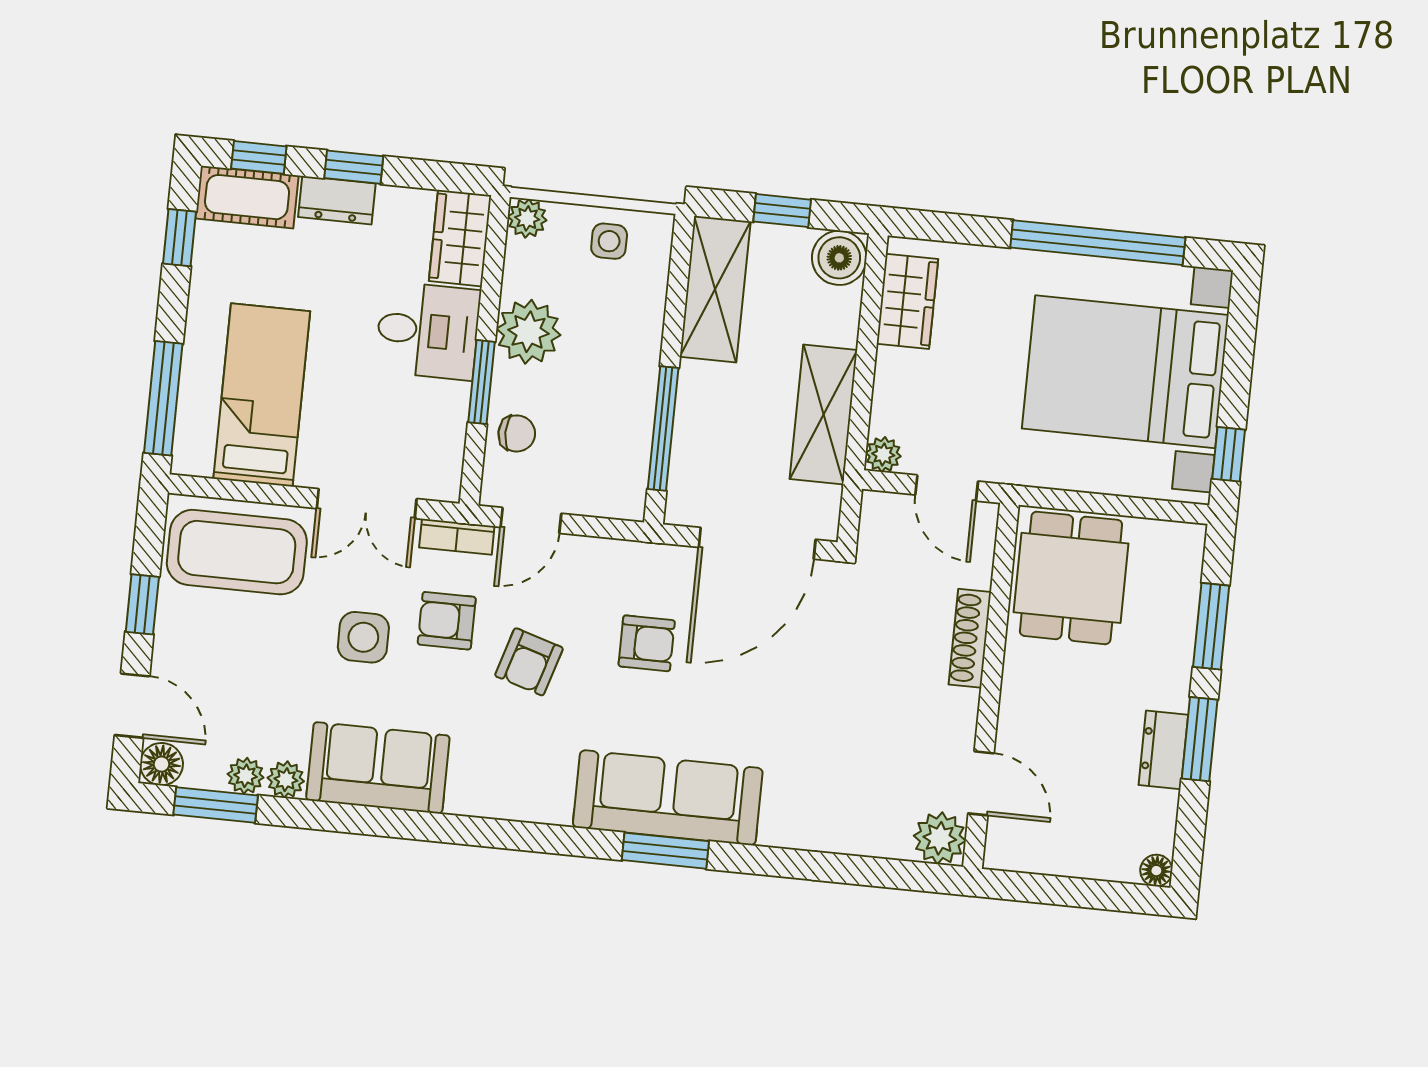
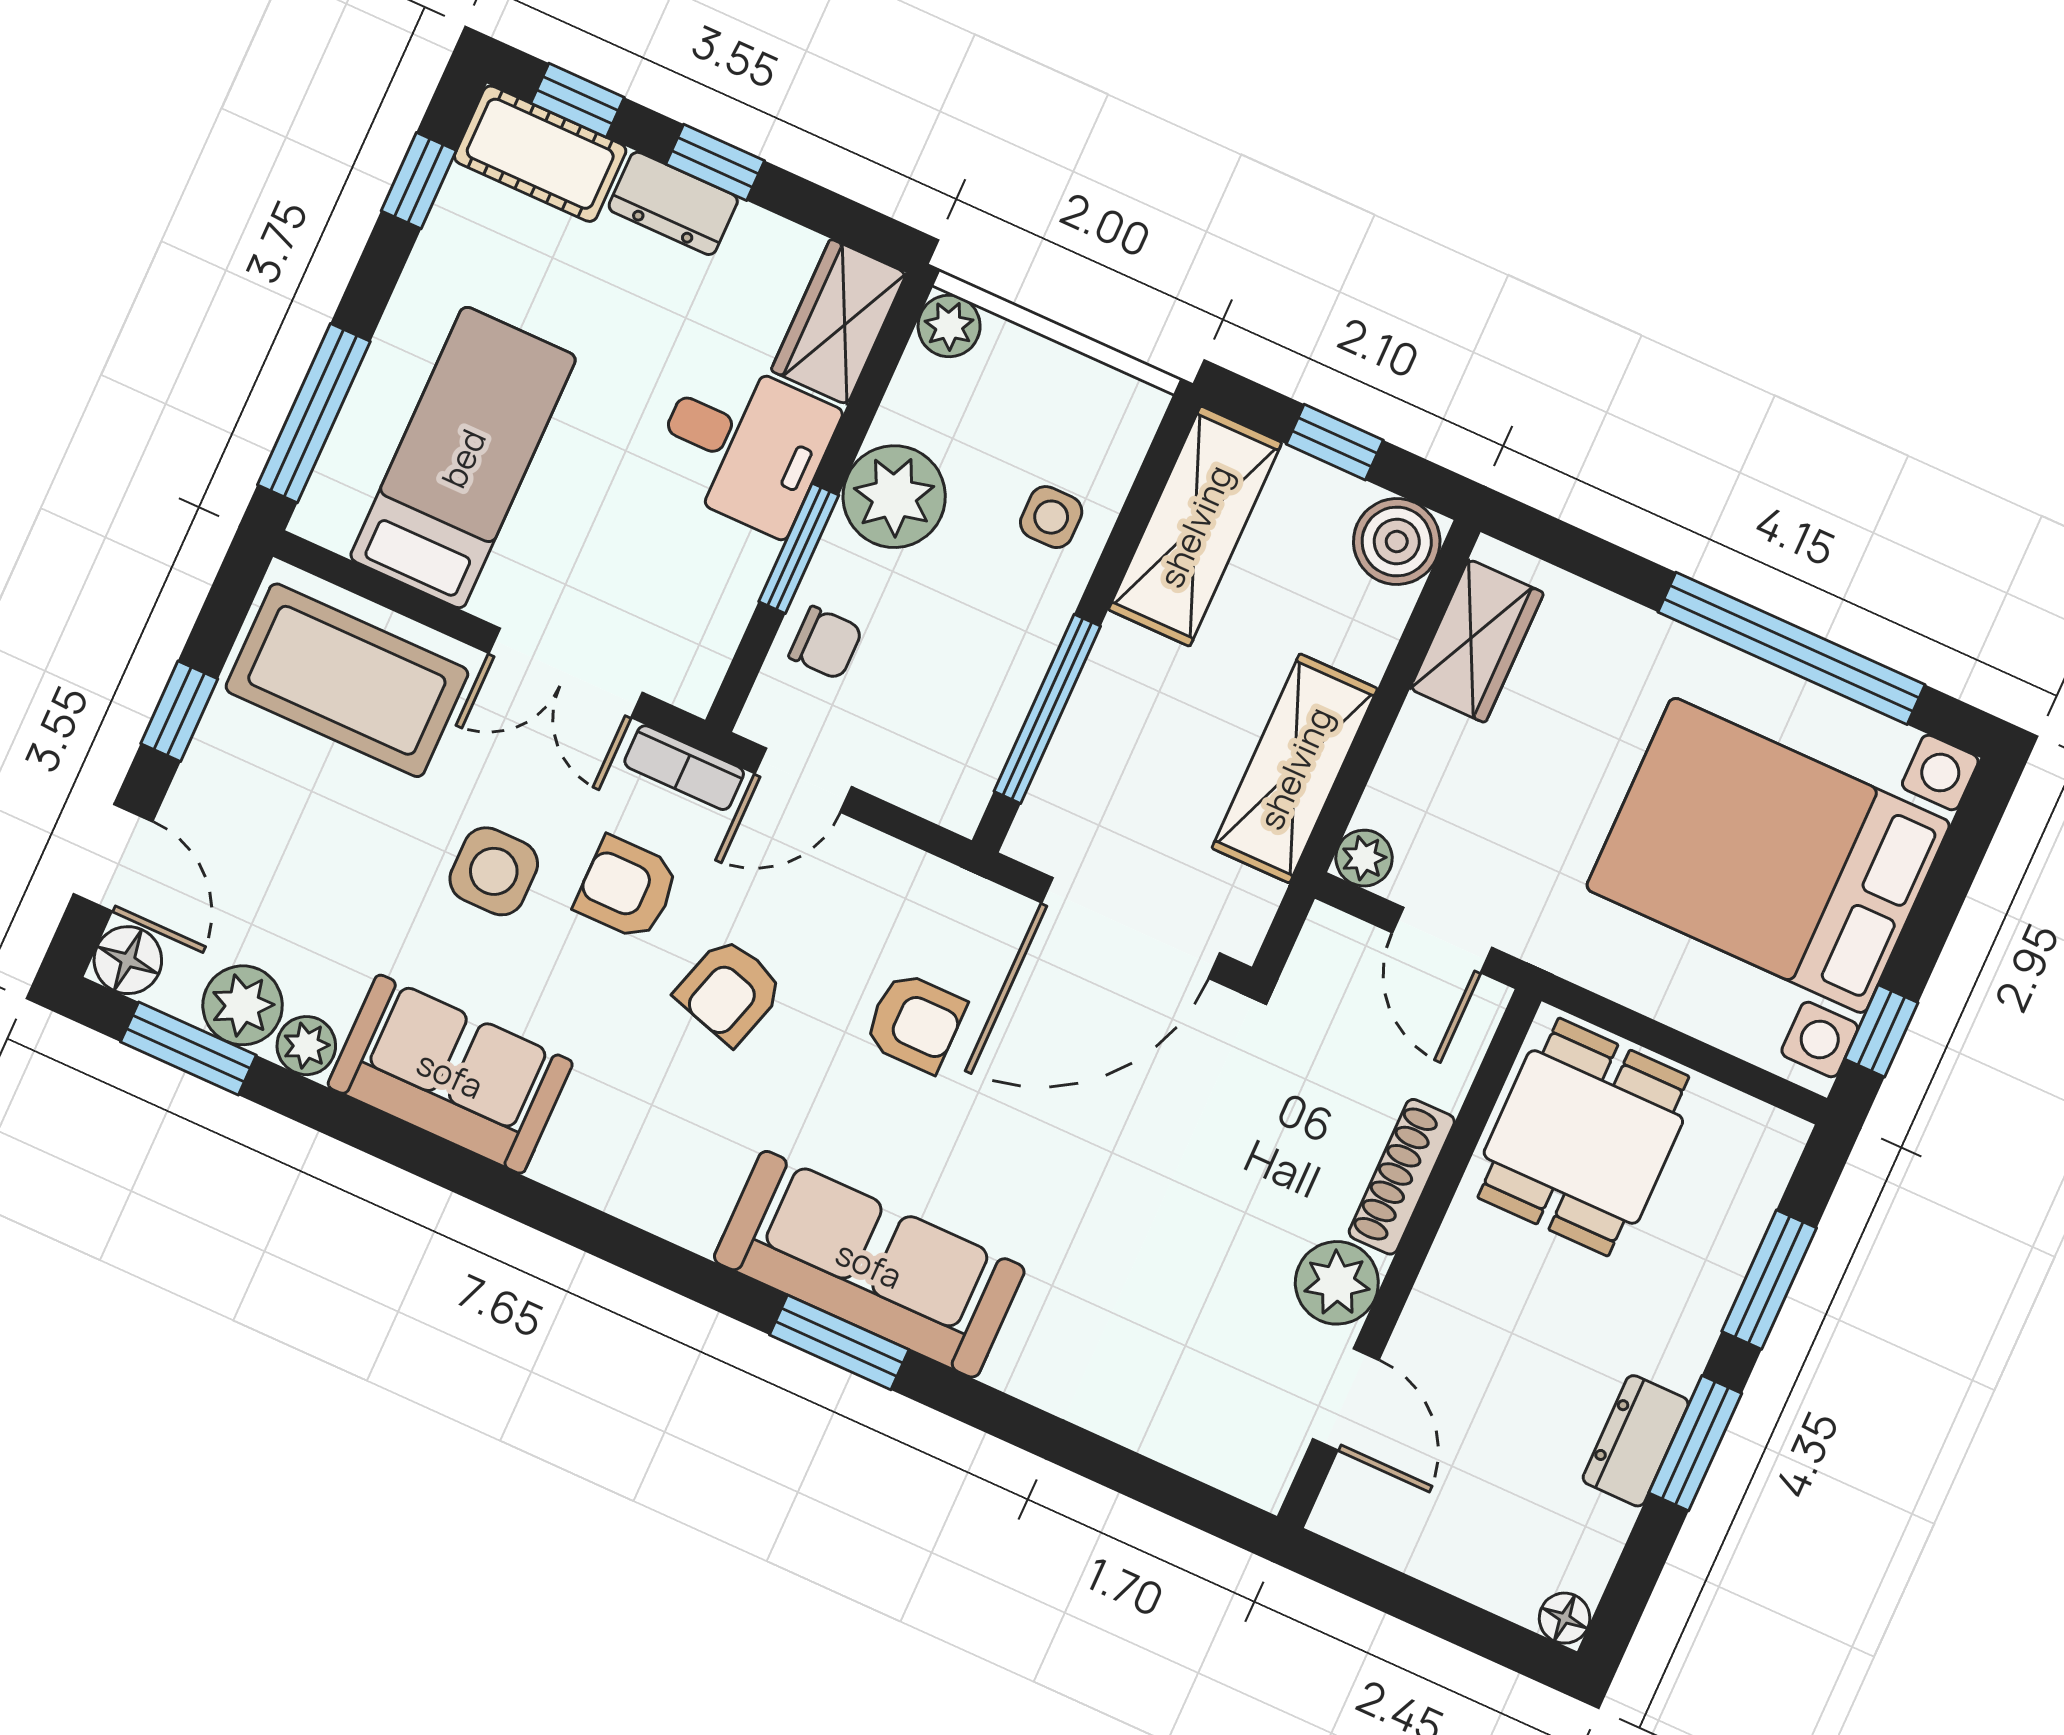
side table: (609, 241) -> (1051, 517), moved
plant: (246, 776) -> (243, 1005), width x1.38, depth x1.38
plant: (940, 838) -> (1337, 1283), moved

